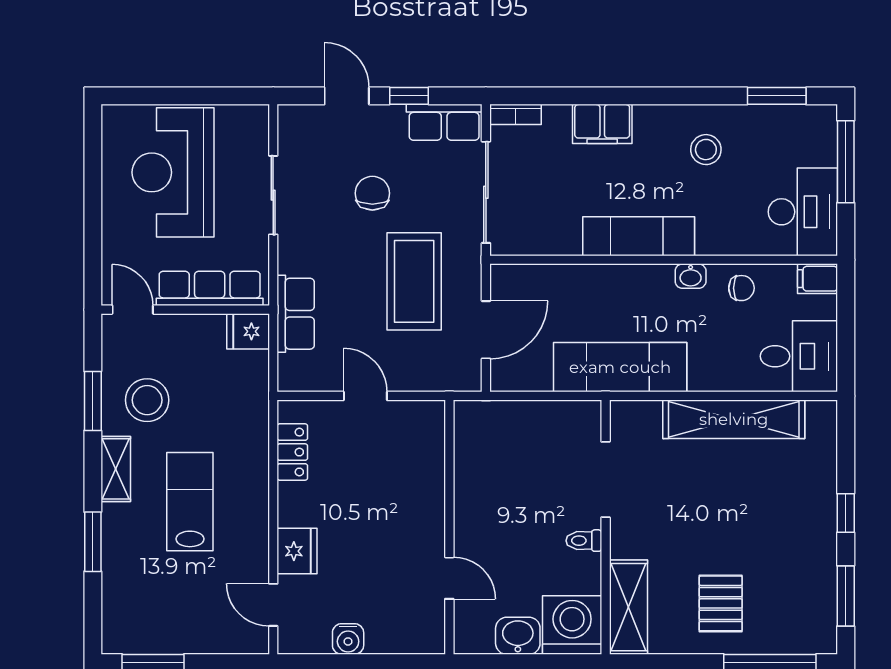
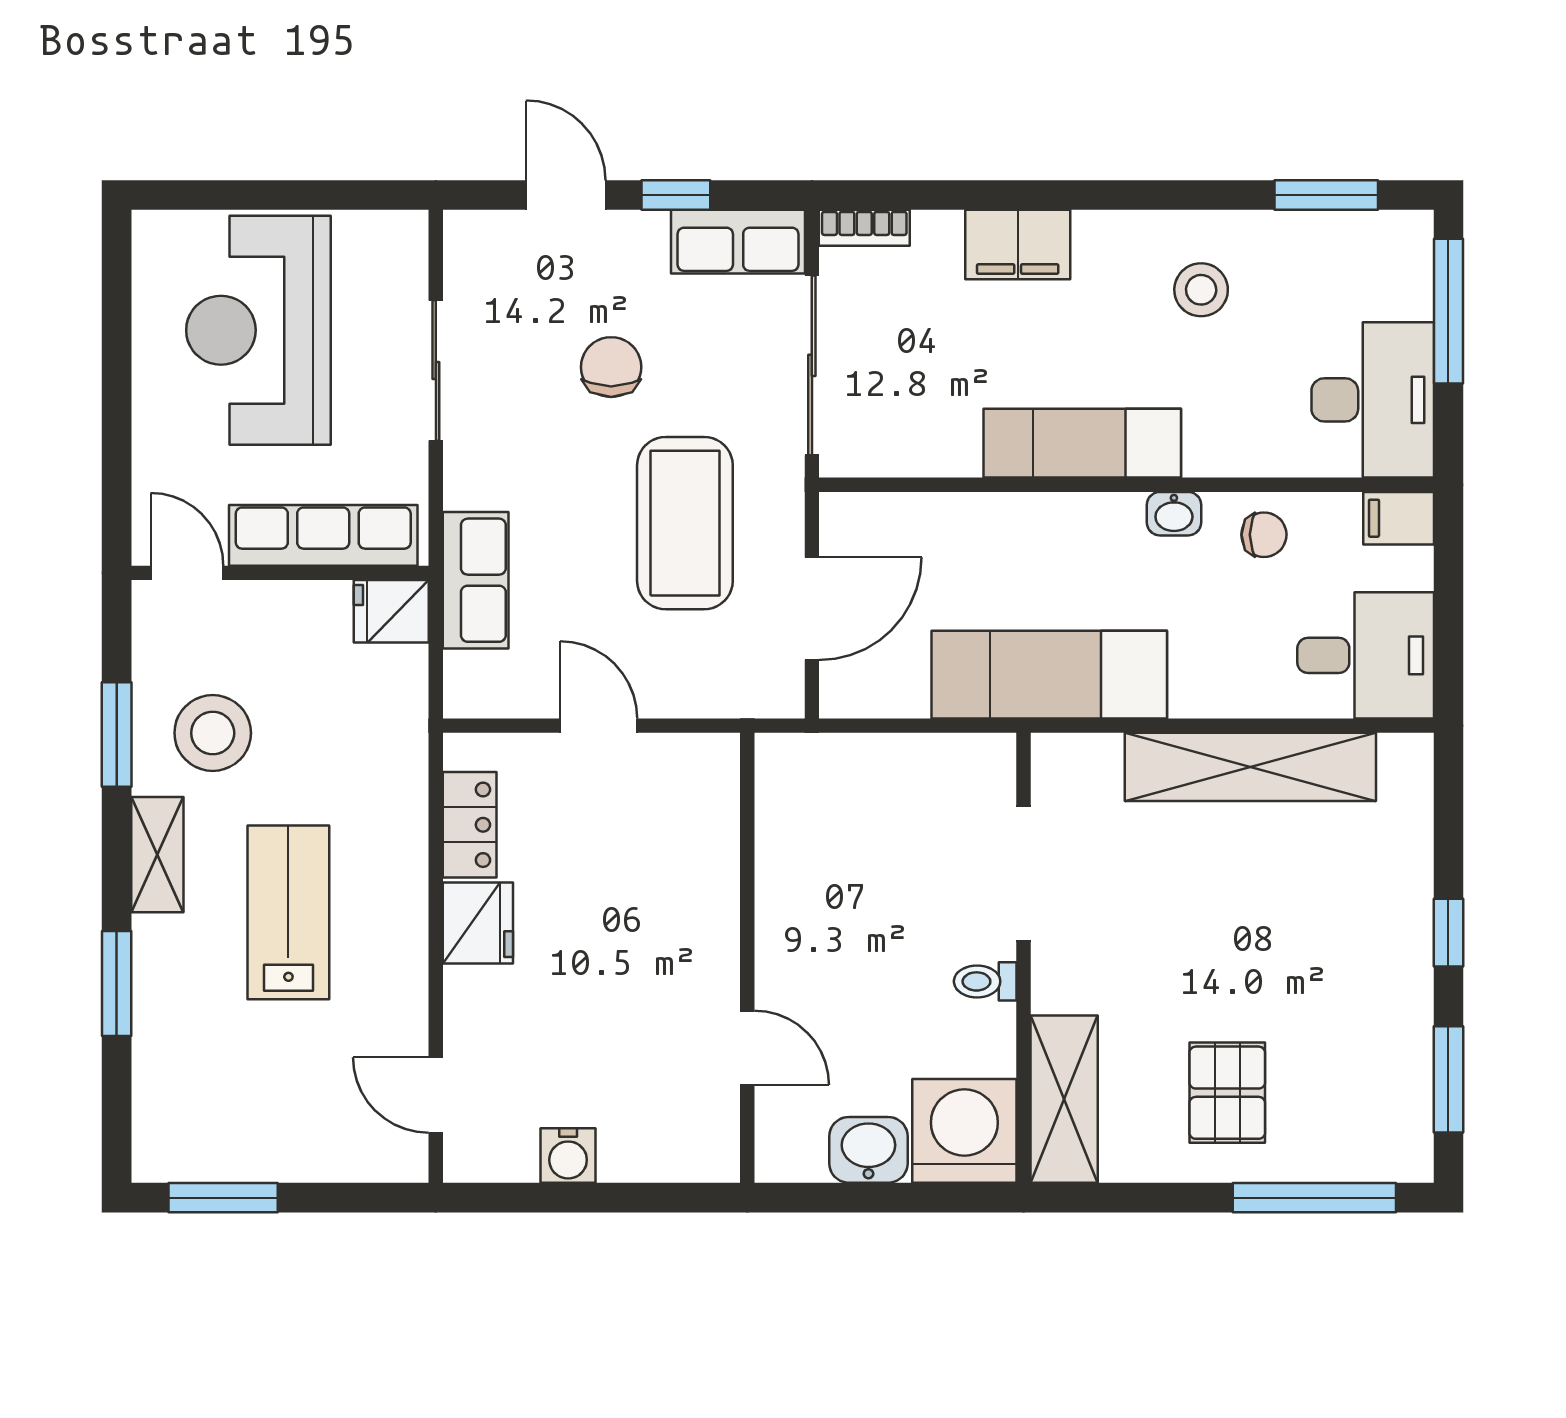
fridge: (297, 551) -> (478, 923), moved

